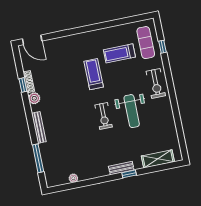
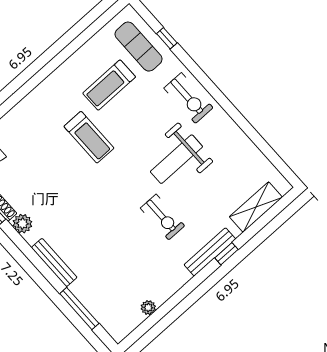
treadmill: (94, 74) -> (89, 137), turned 180
weight bench: (132, 111) -> (176, 159), turned 90
exercise bike: (104, 116) -> (162, 217), moved
bench: (121, 168) -> (210, 252), width x1.36

